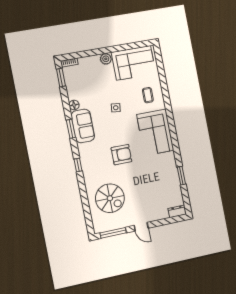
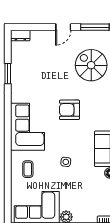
door: (141, 227) -> (63, 27), swing flipped

